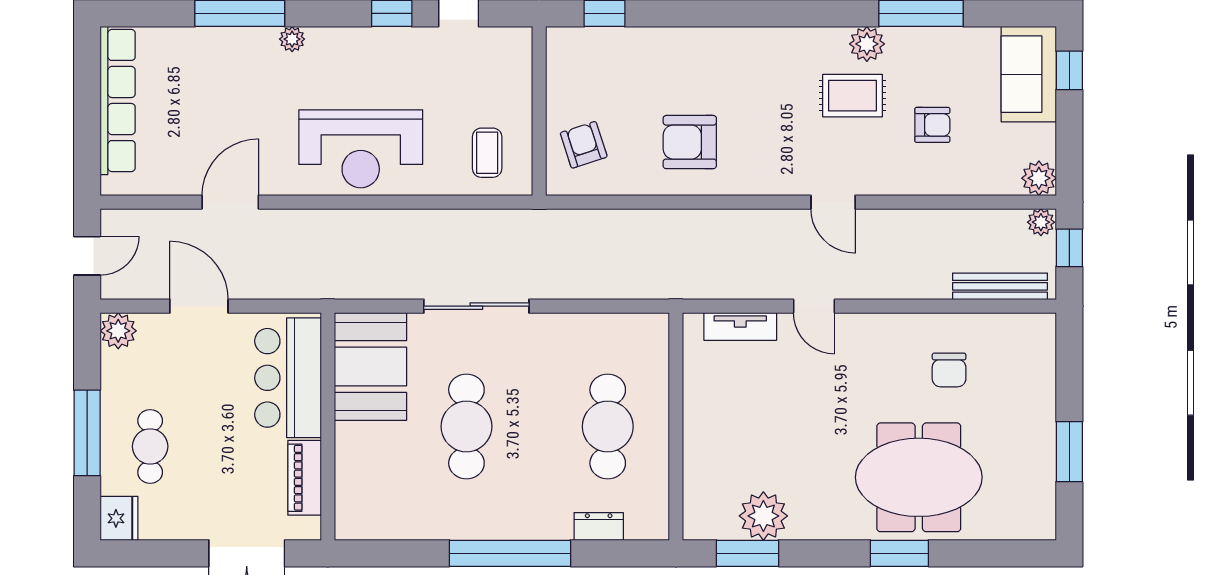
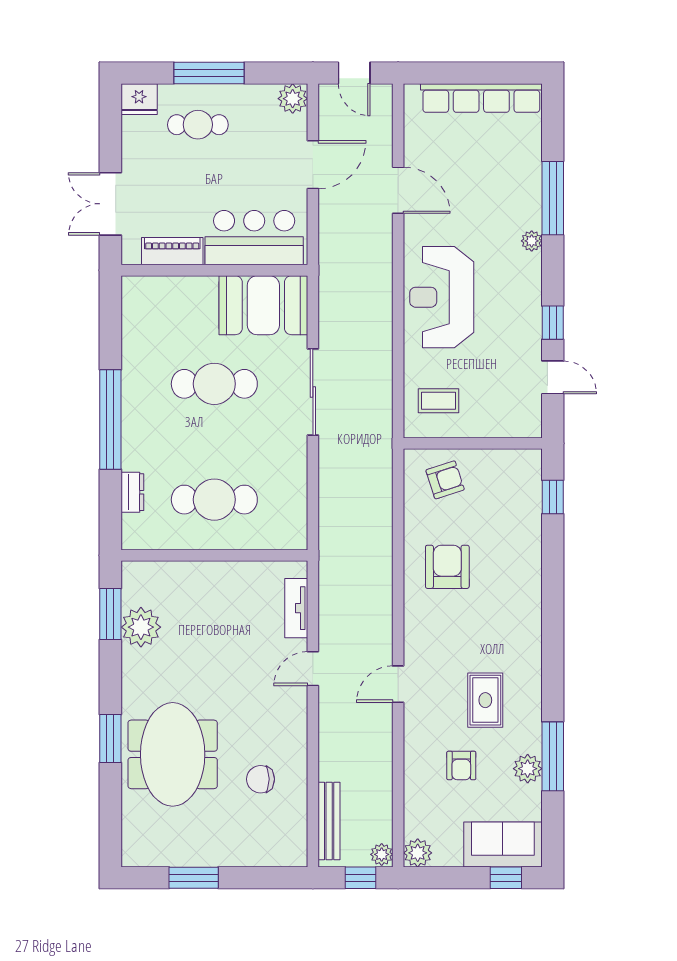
plant: (867, 44) -> (528, 769), moved

